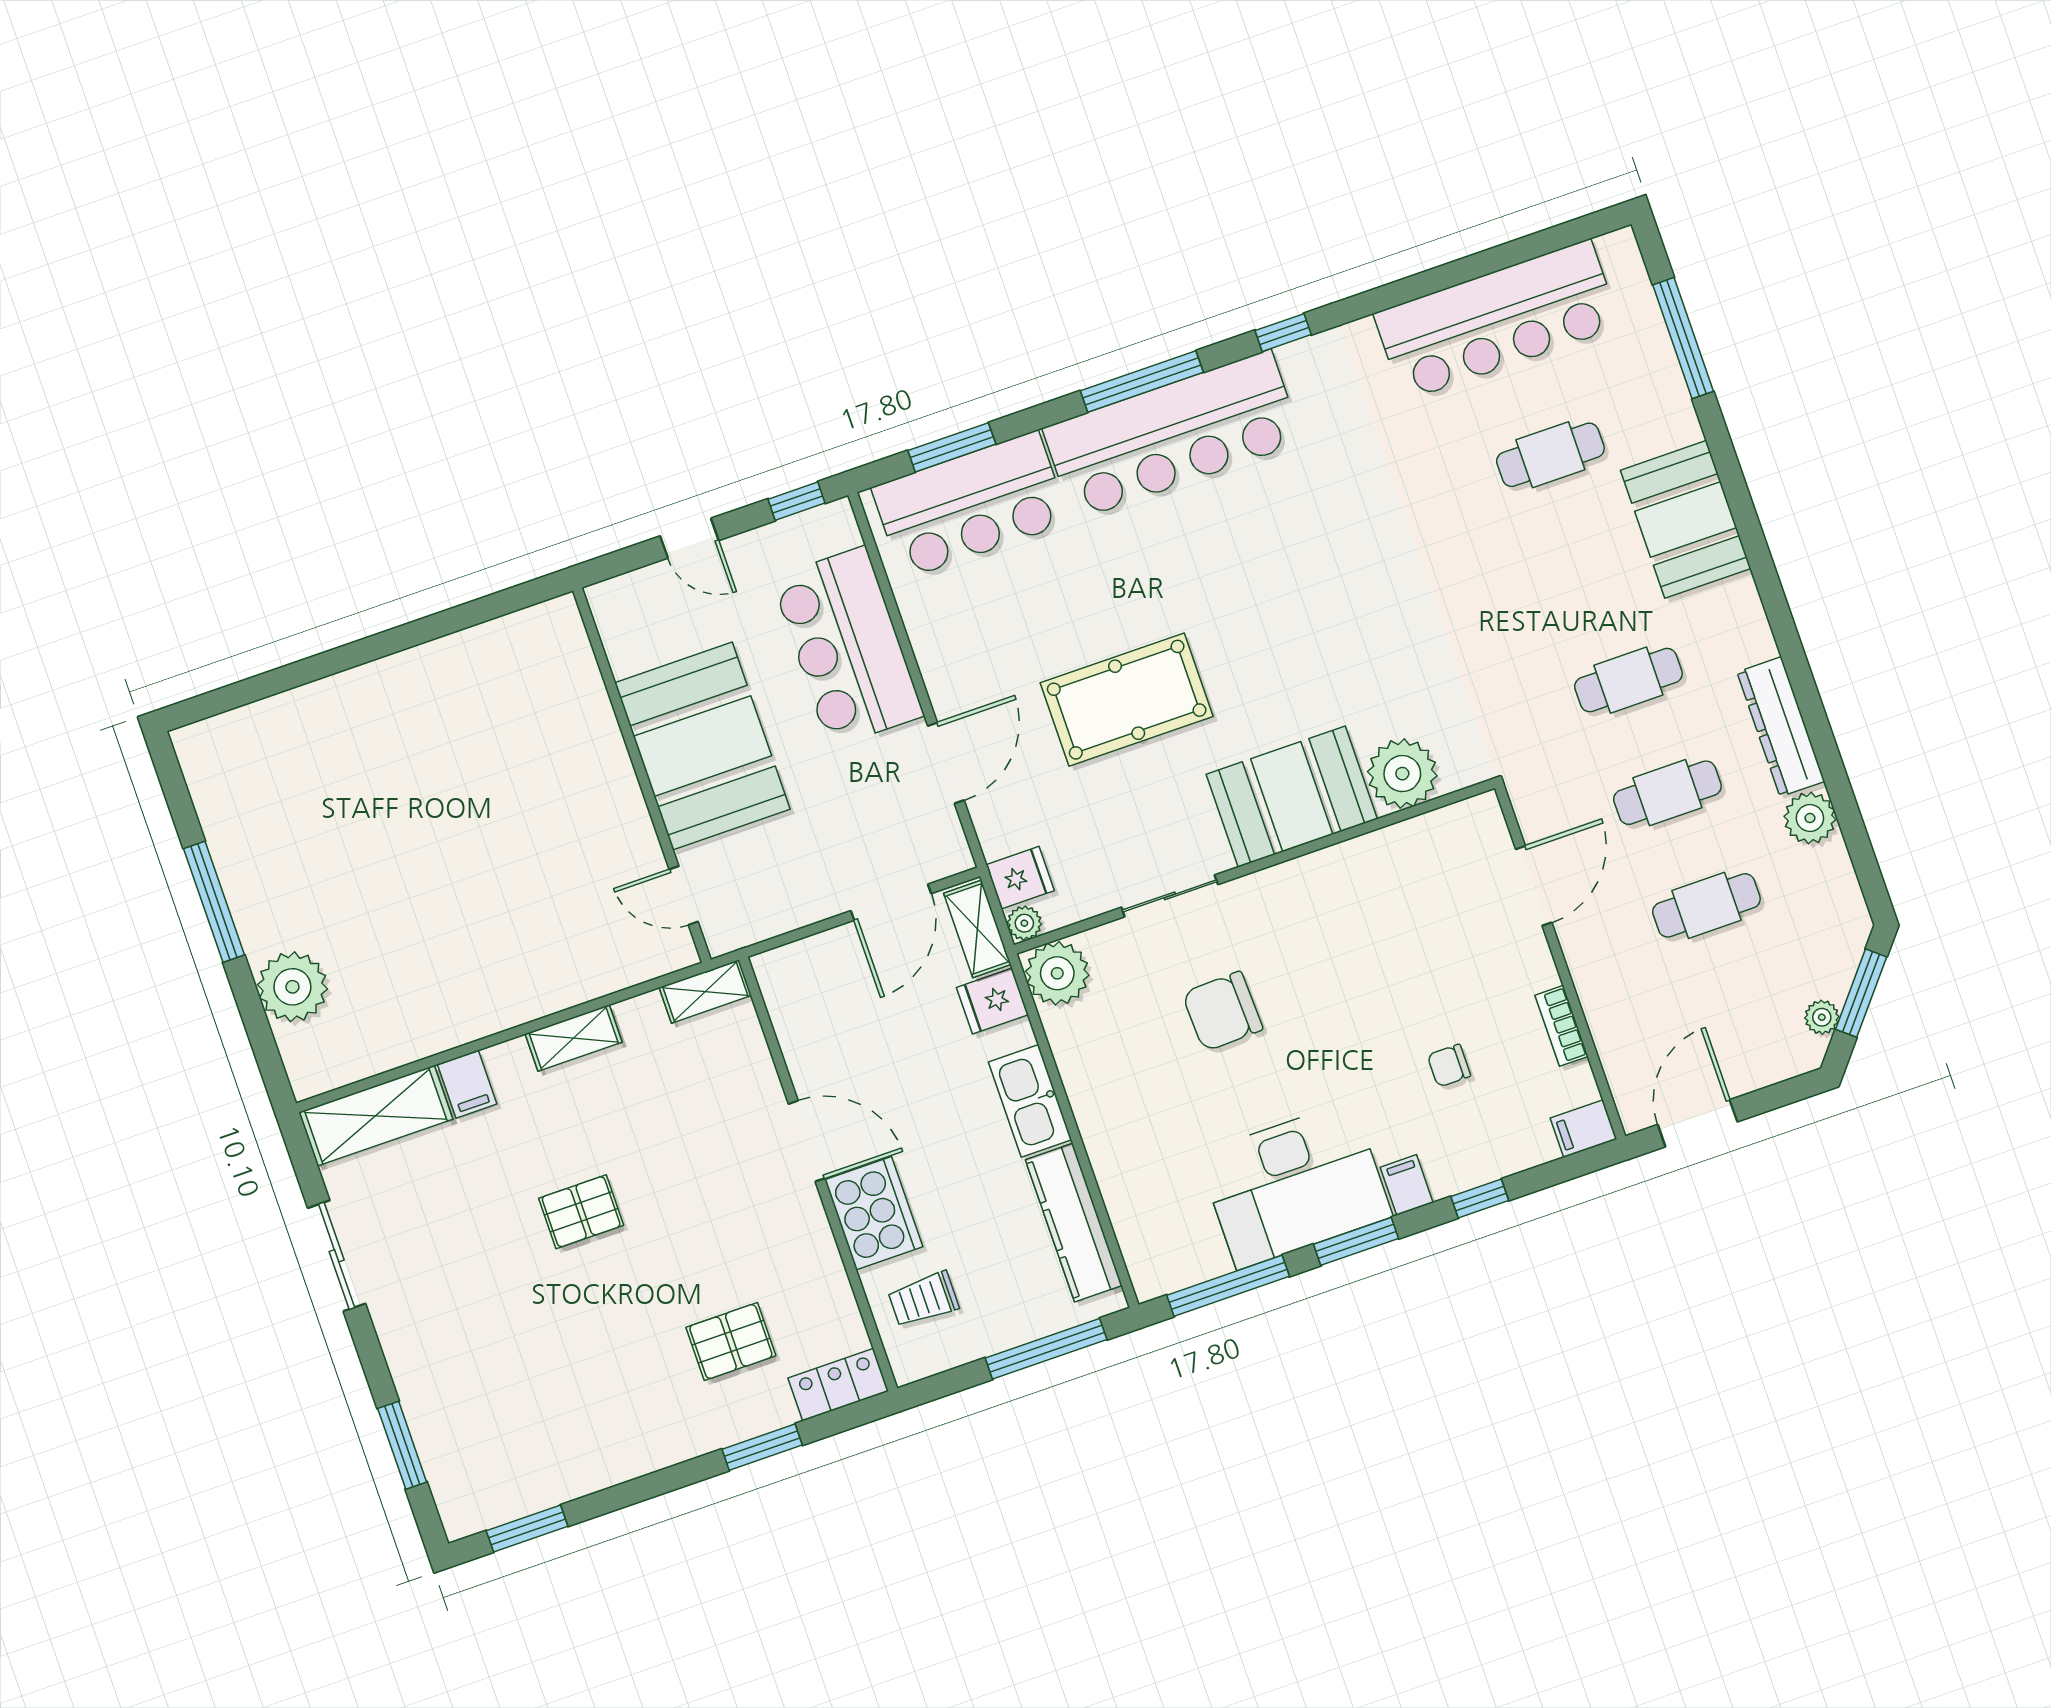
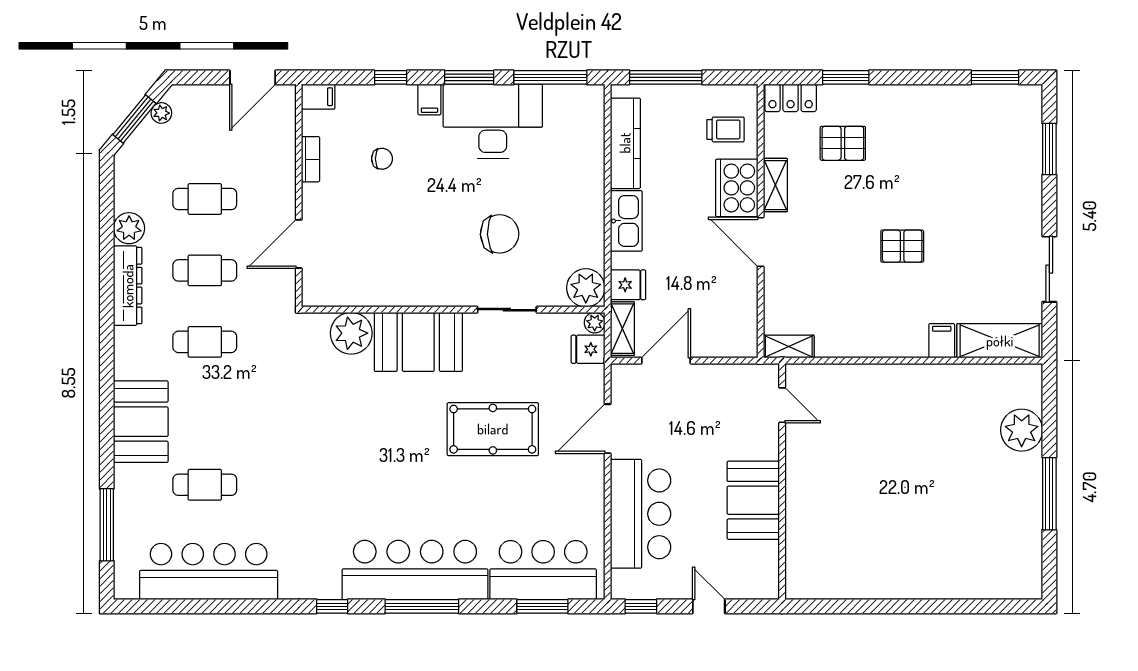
booth: (702, 746) -> (753, 500), width x0.73, depth x0.70
shelving: (574, 1038) -> (775, 185), moved, turned 90

